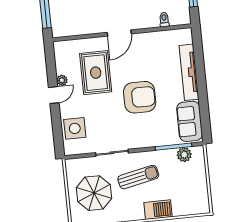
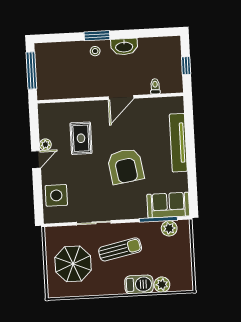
door: (119, 33) -> (121, 97), moved
rug: (96, 73) -> (81, 138), width x0.73, depth x0.70
armchair: (140, 97) -> (126, 166), turned 81
sofa: (190, 121) -> (168, 205), moved, turned 90
plant: (180, 209) -> (162, 285), added

